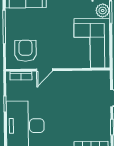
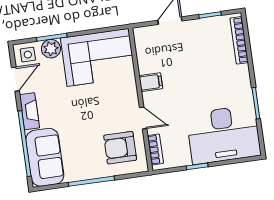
filing cabinet: (69, 79) -> (151, 82), added

